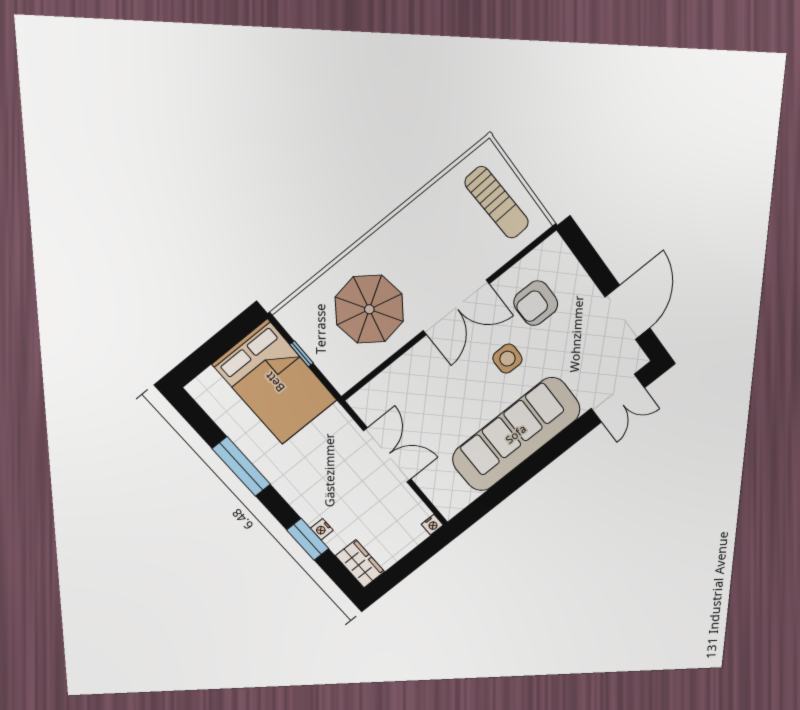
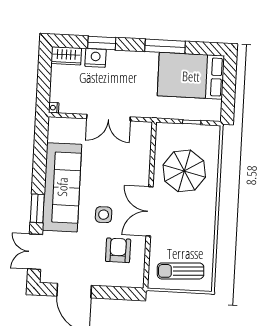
bed: (275, 382) -> (191, 76), moved
window: (565, 440) -> (37, 208), added
nightstand: (322, 529) -> (96, 58), width x1.89, depth x1.79

